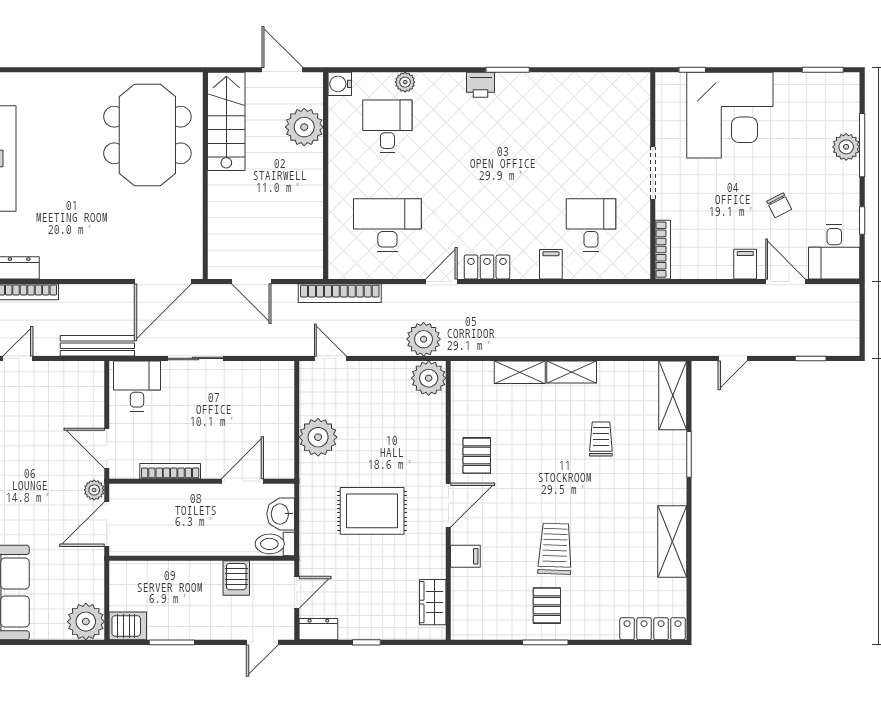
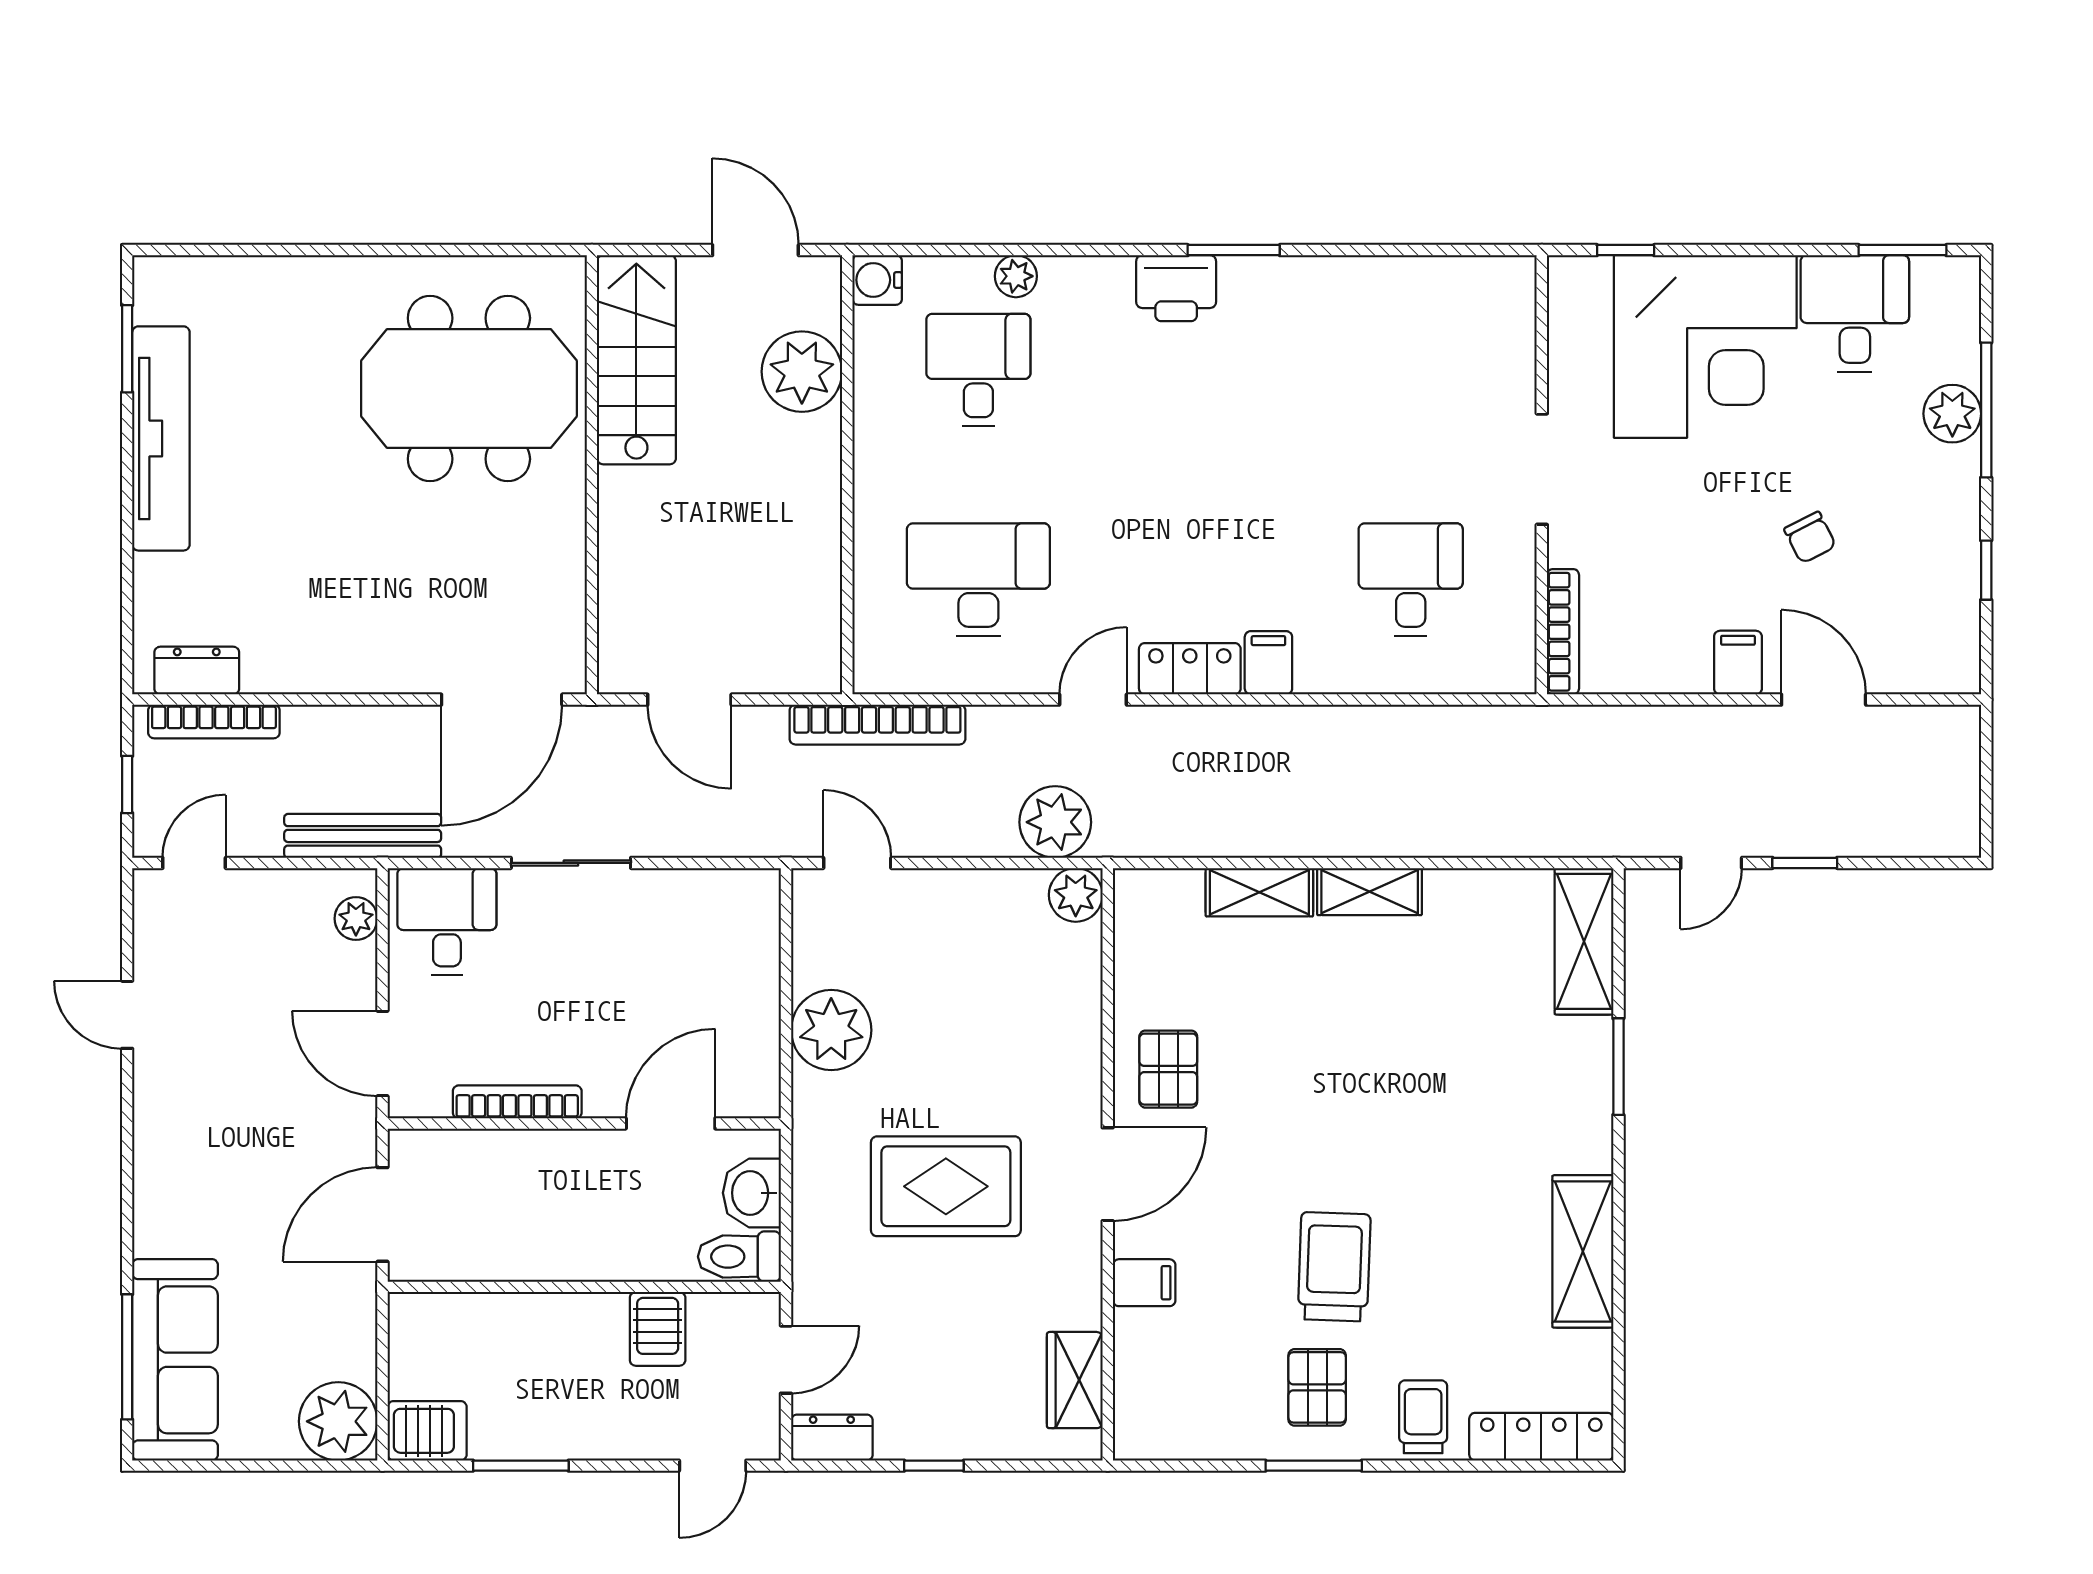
printer: (481, 85) -> (1176, 288), width x1.36, depth x1.24
meeting table: (147, 135) -> (469, 389), turned 90
desk: (834, 252) -> (1855, 314), moved, turned 180
filing cabinet: (551, 264) -> (1268, 663), moved
window: (811, 358) -> (1805, 863), moved
plant: (429, 378) -> (1076, 895), width x0.73, depth x0.73
trolley: (601, 439) -> (1423, 1417), moved
plant: (94, 490) -> (356, 919), moved

